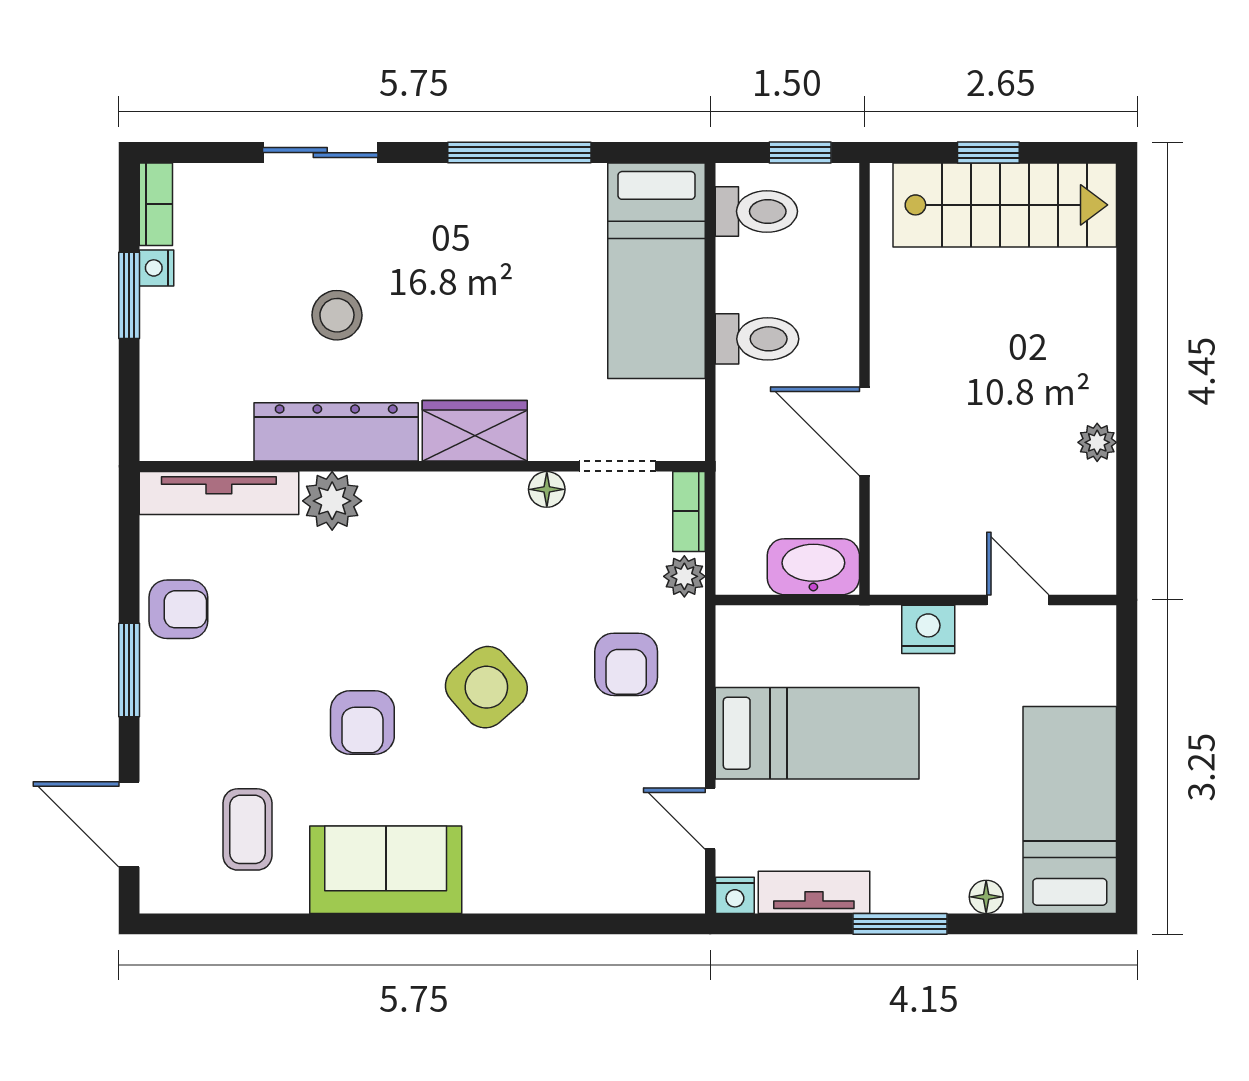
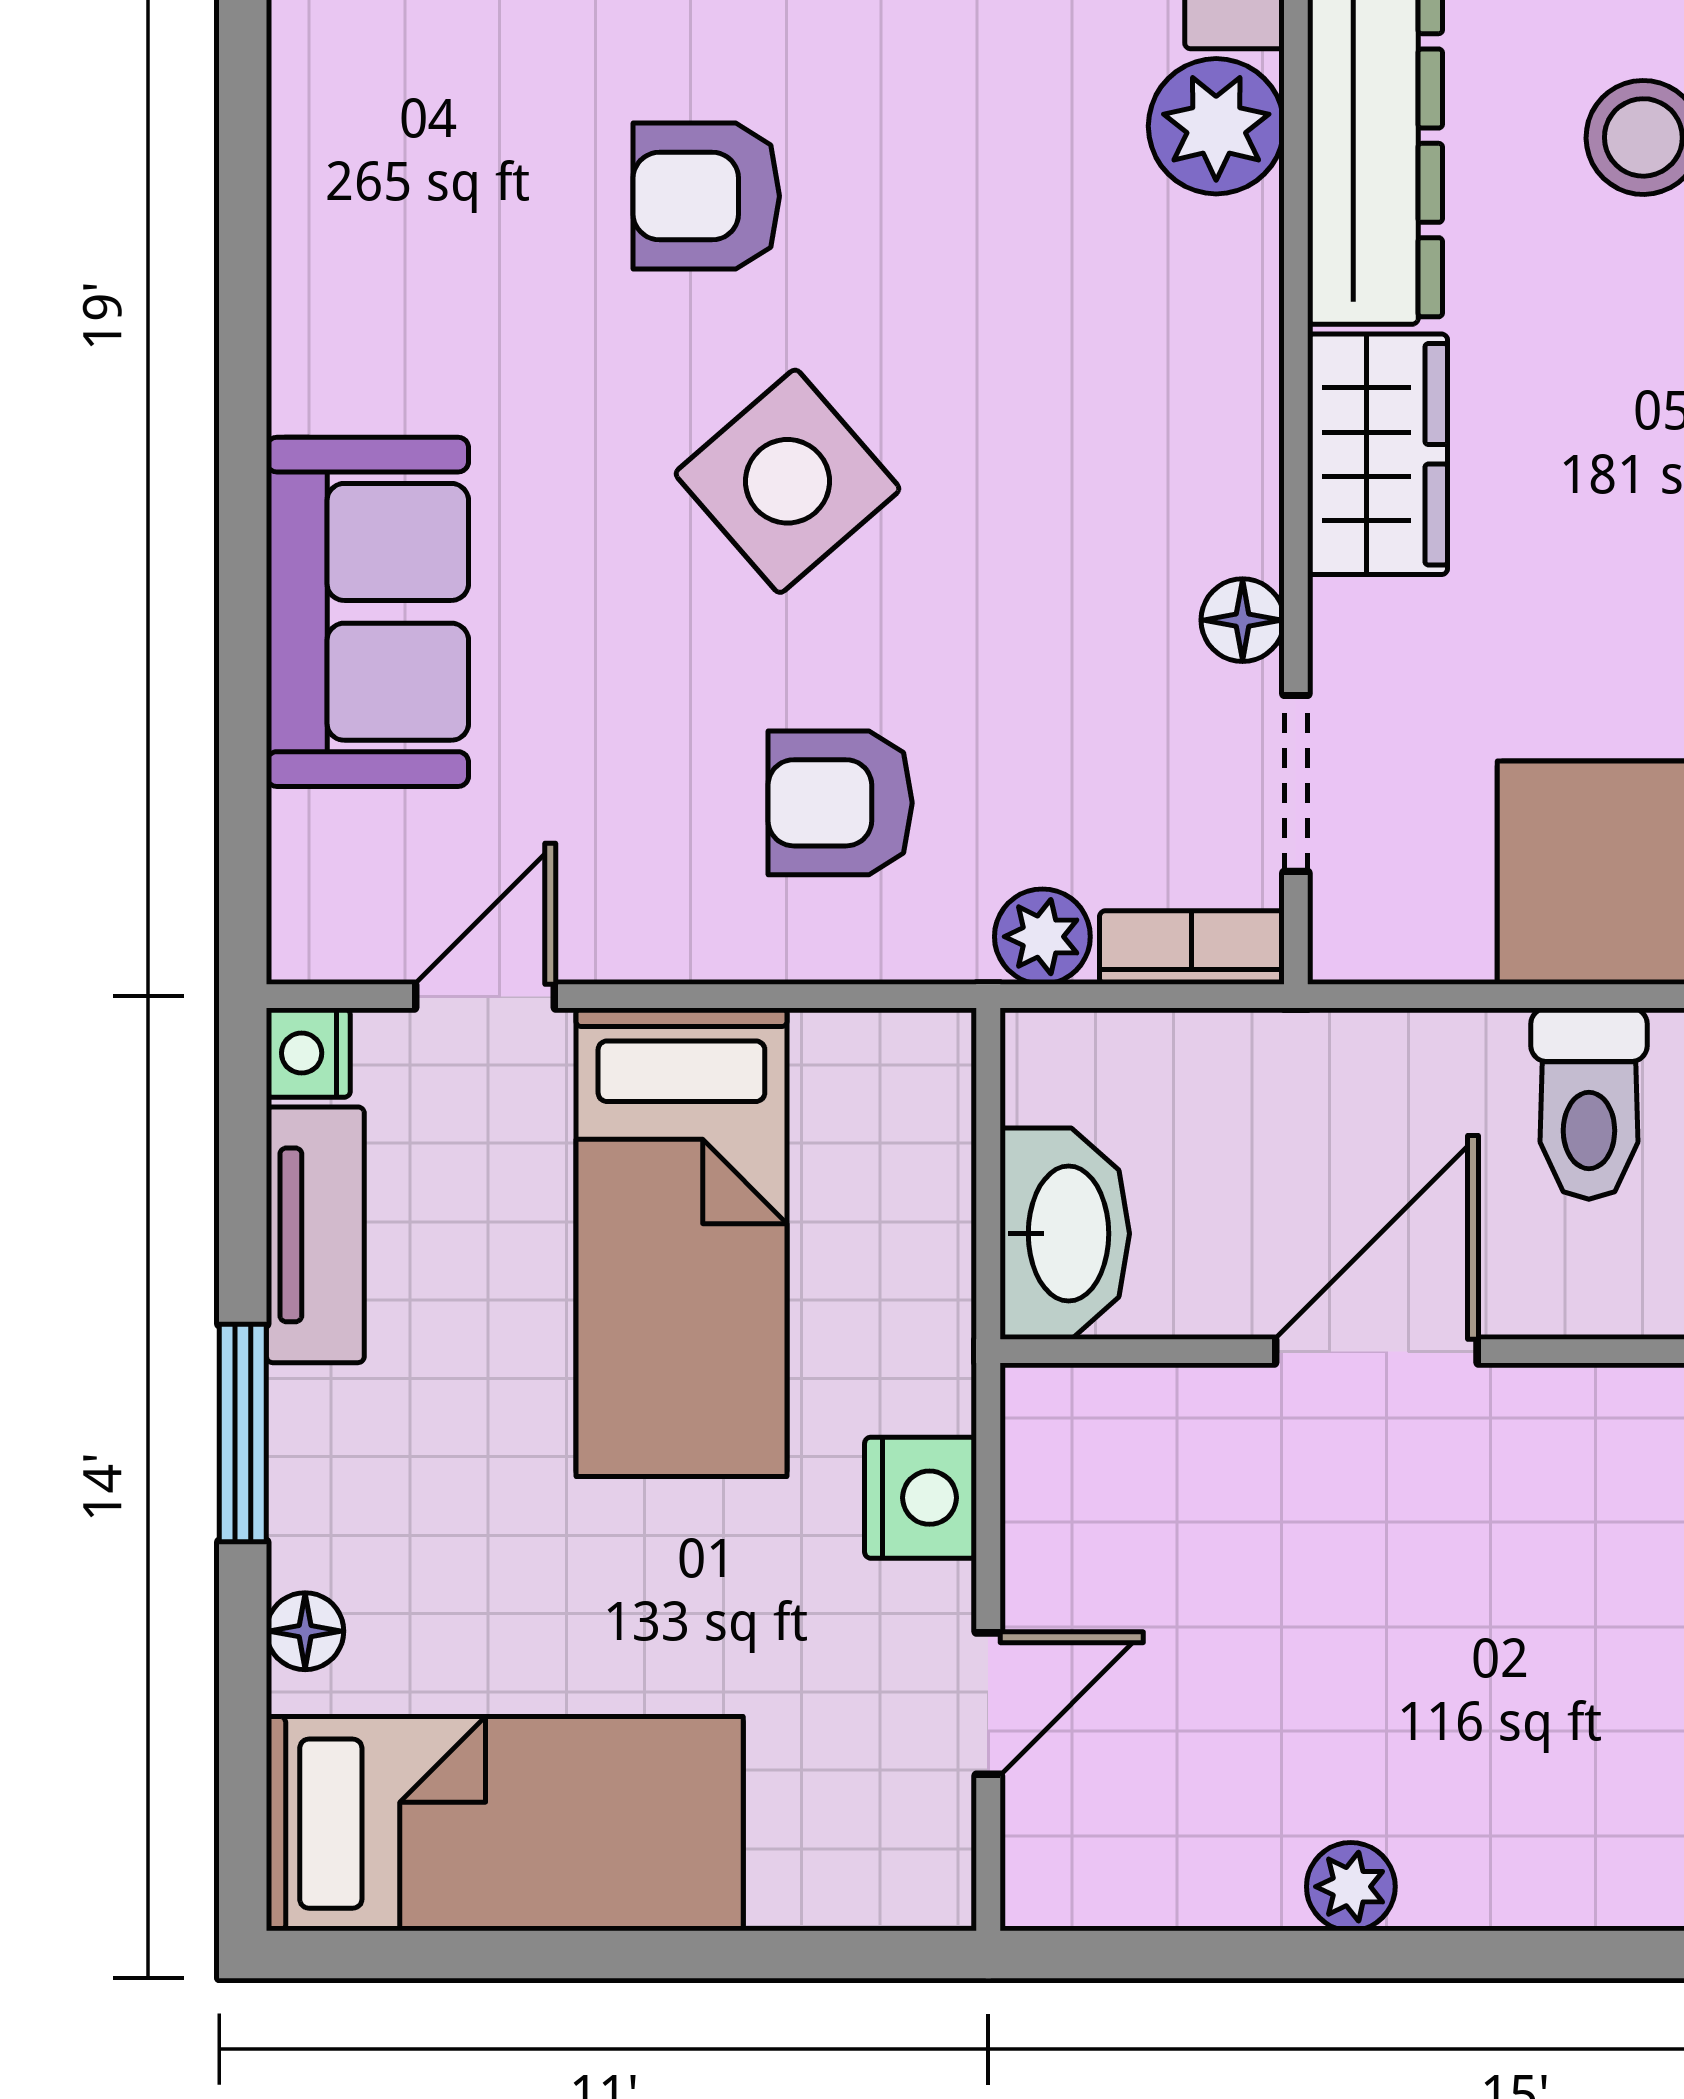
sofa: (386, 870) -> (367, 612), moved

